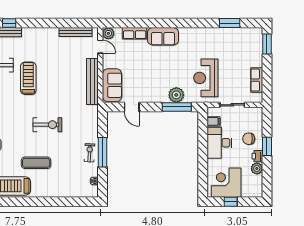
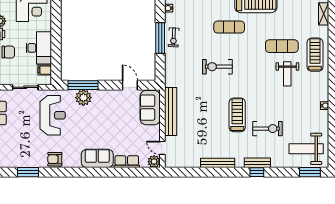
bench: (75, 32) -> (218, 163), moved
armchair: (204, 36) -> (55, 159), added
treadmill: (28, 78) -> (237, 115), turned 180

